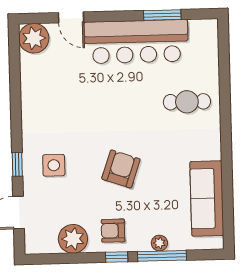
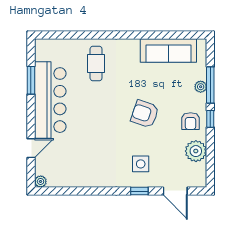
plant: (34, 38) -> (41, 181), width x0.53, depth x0.53

